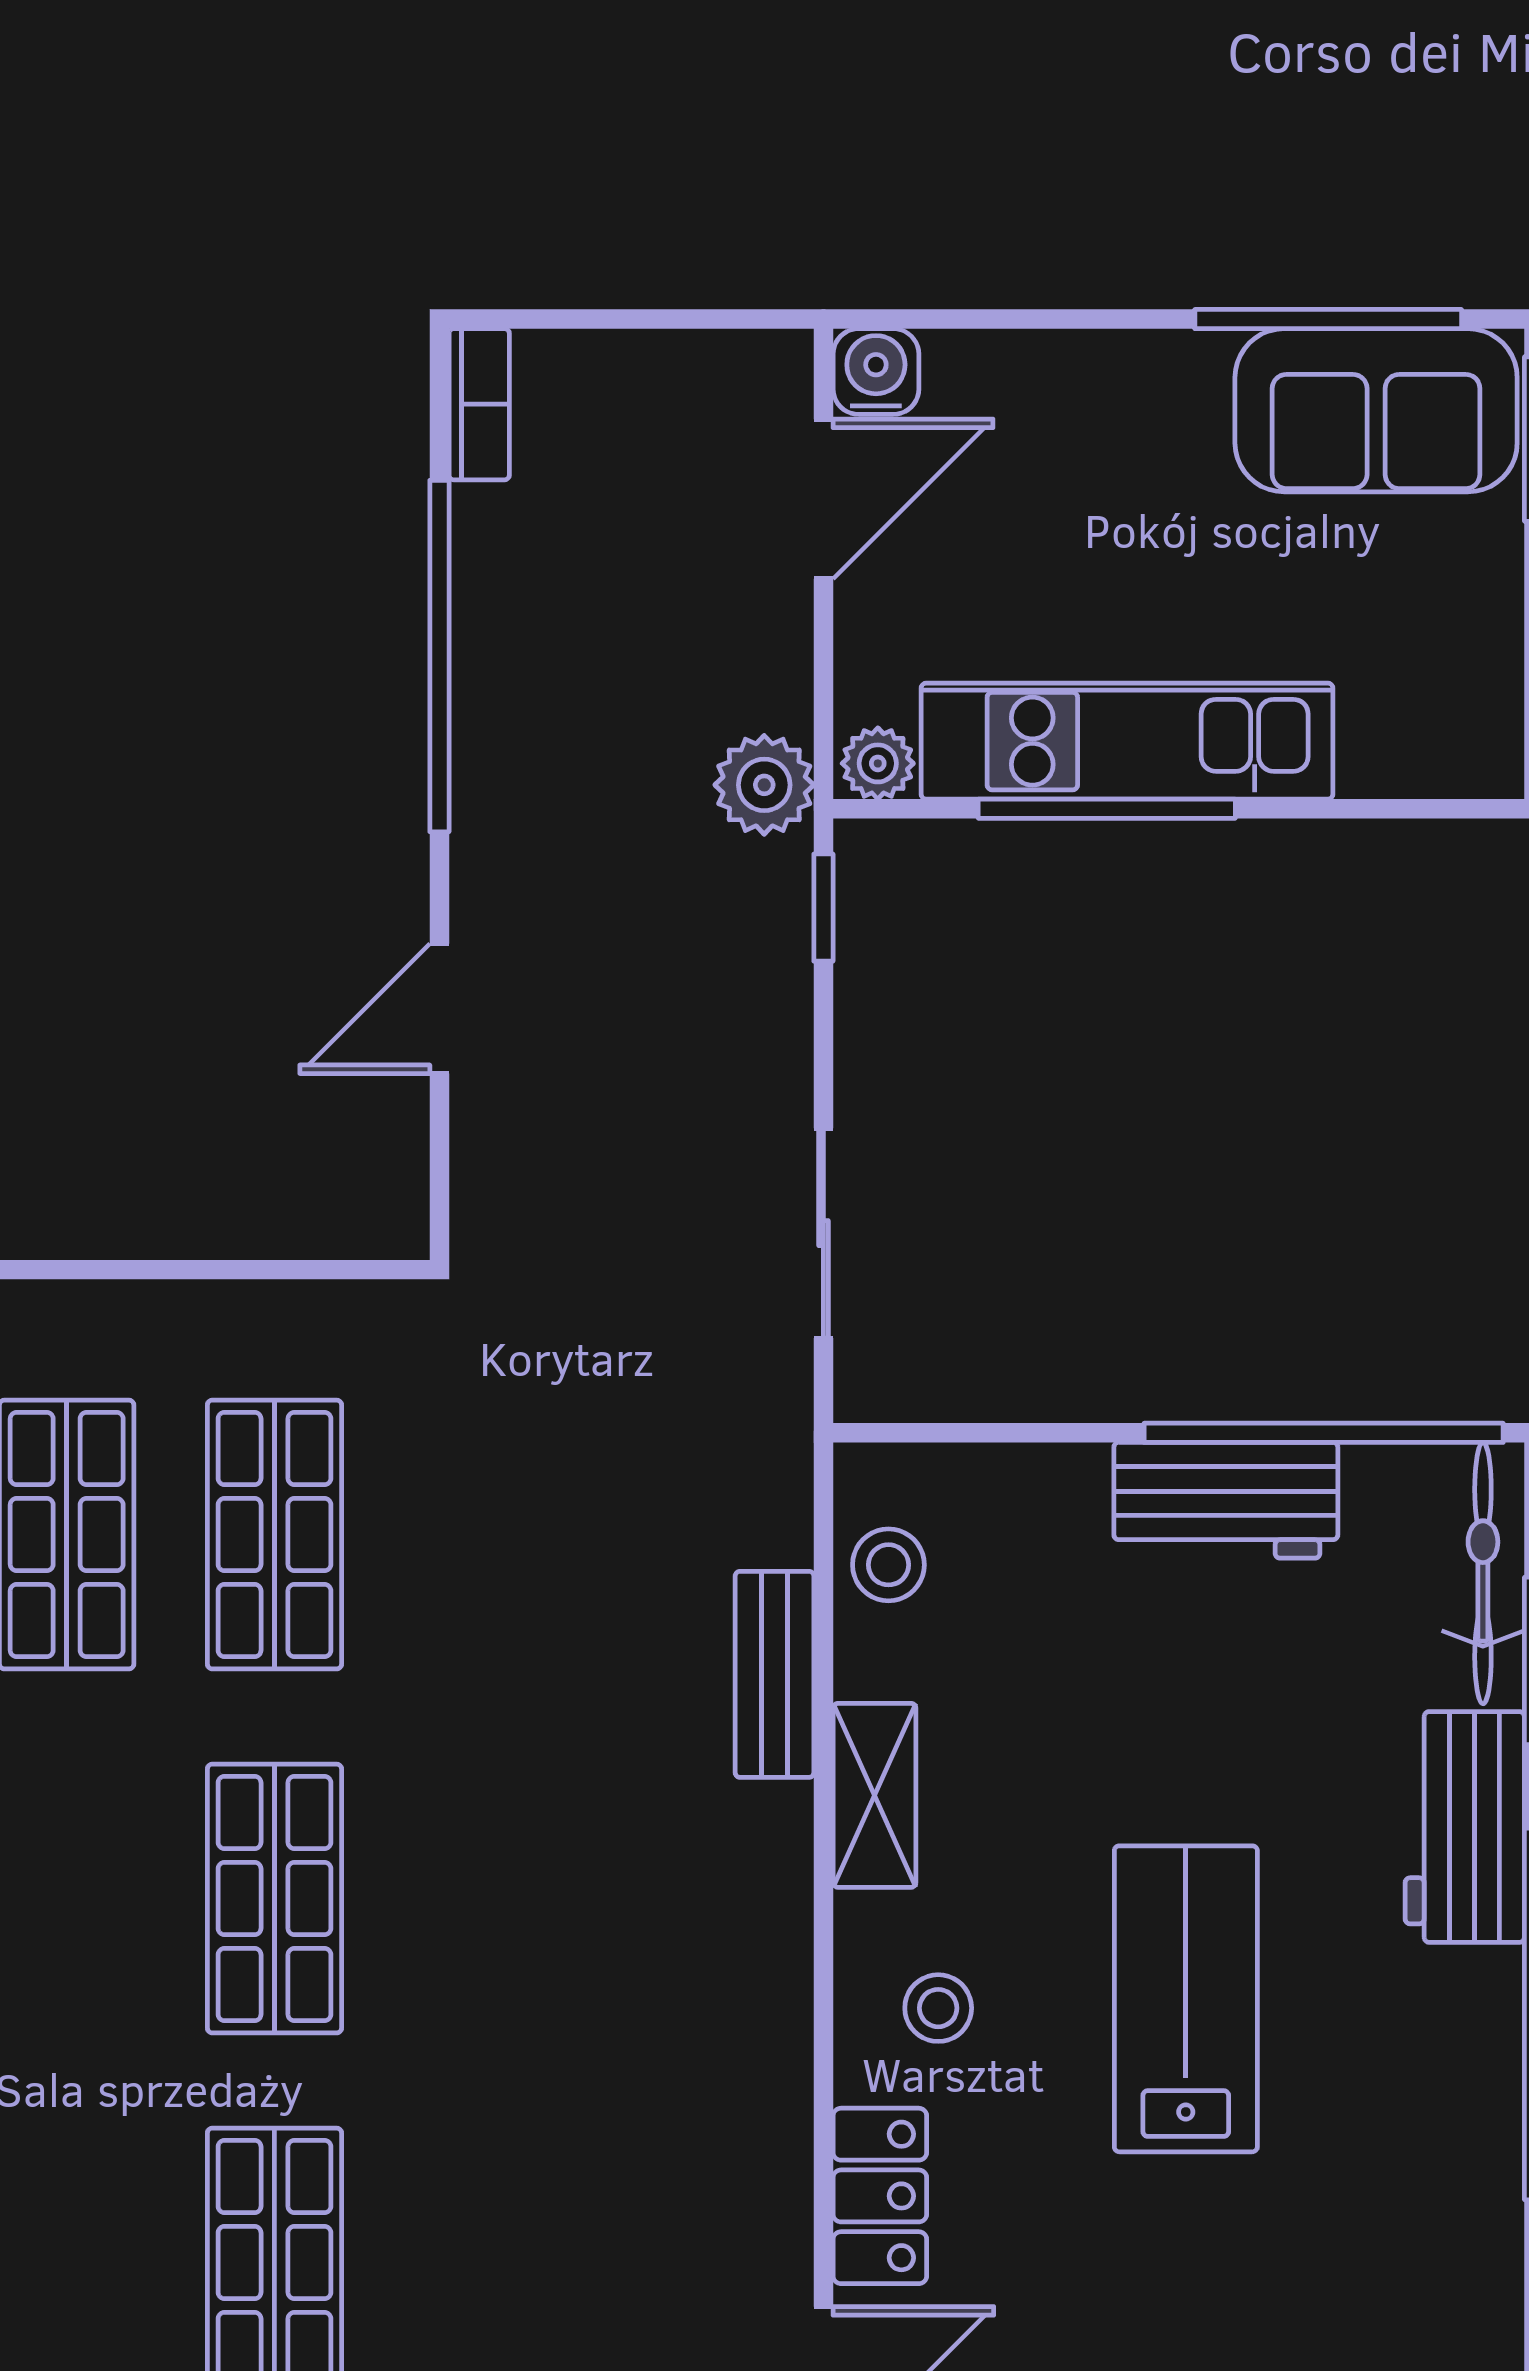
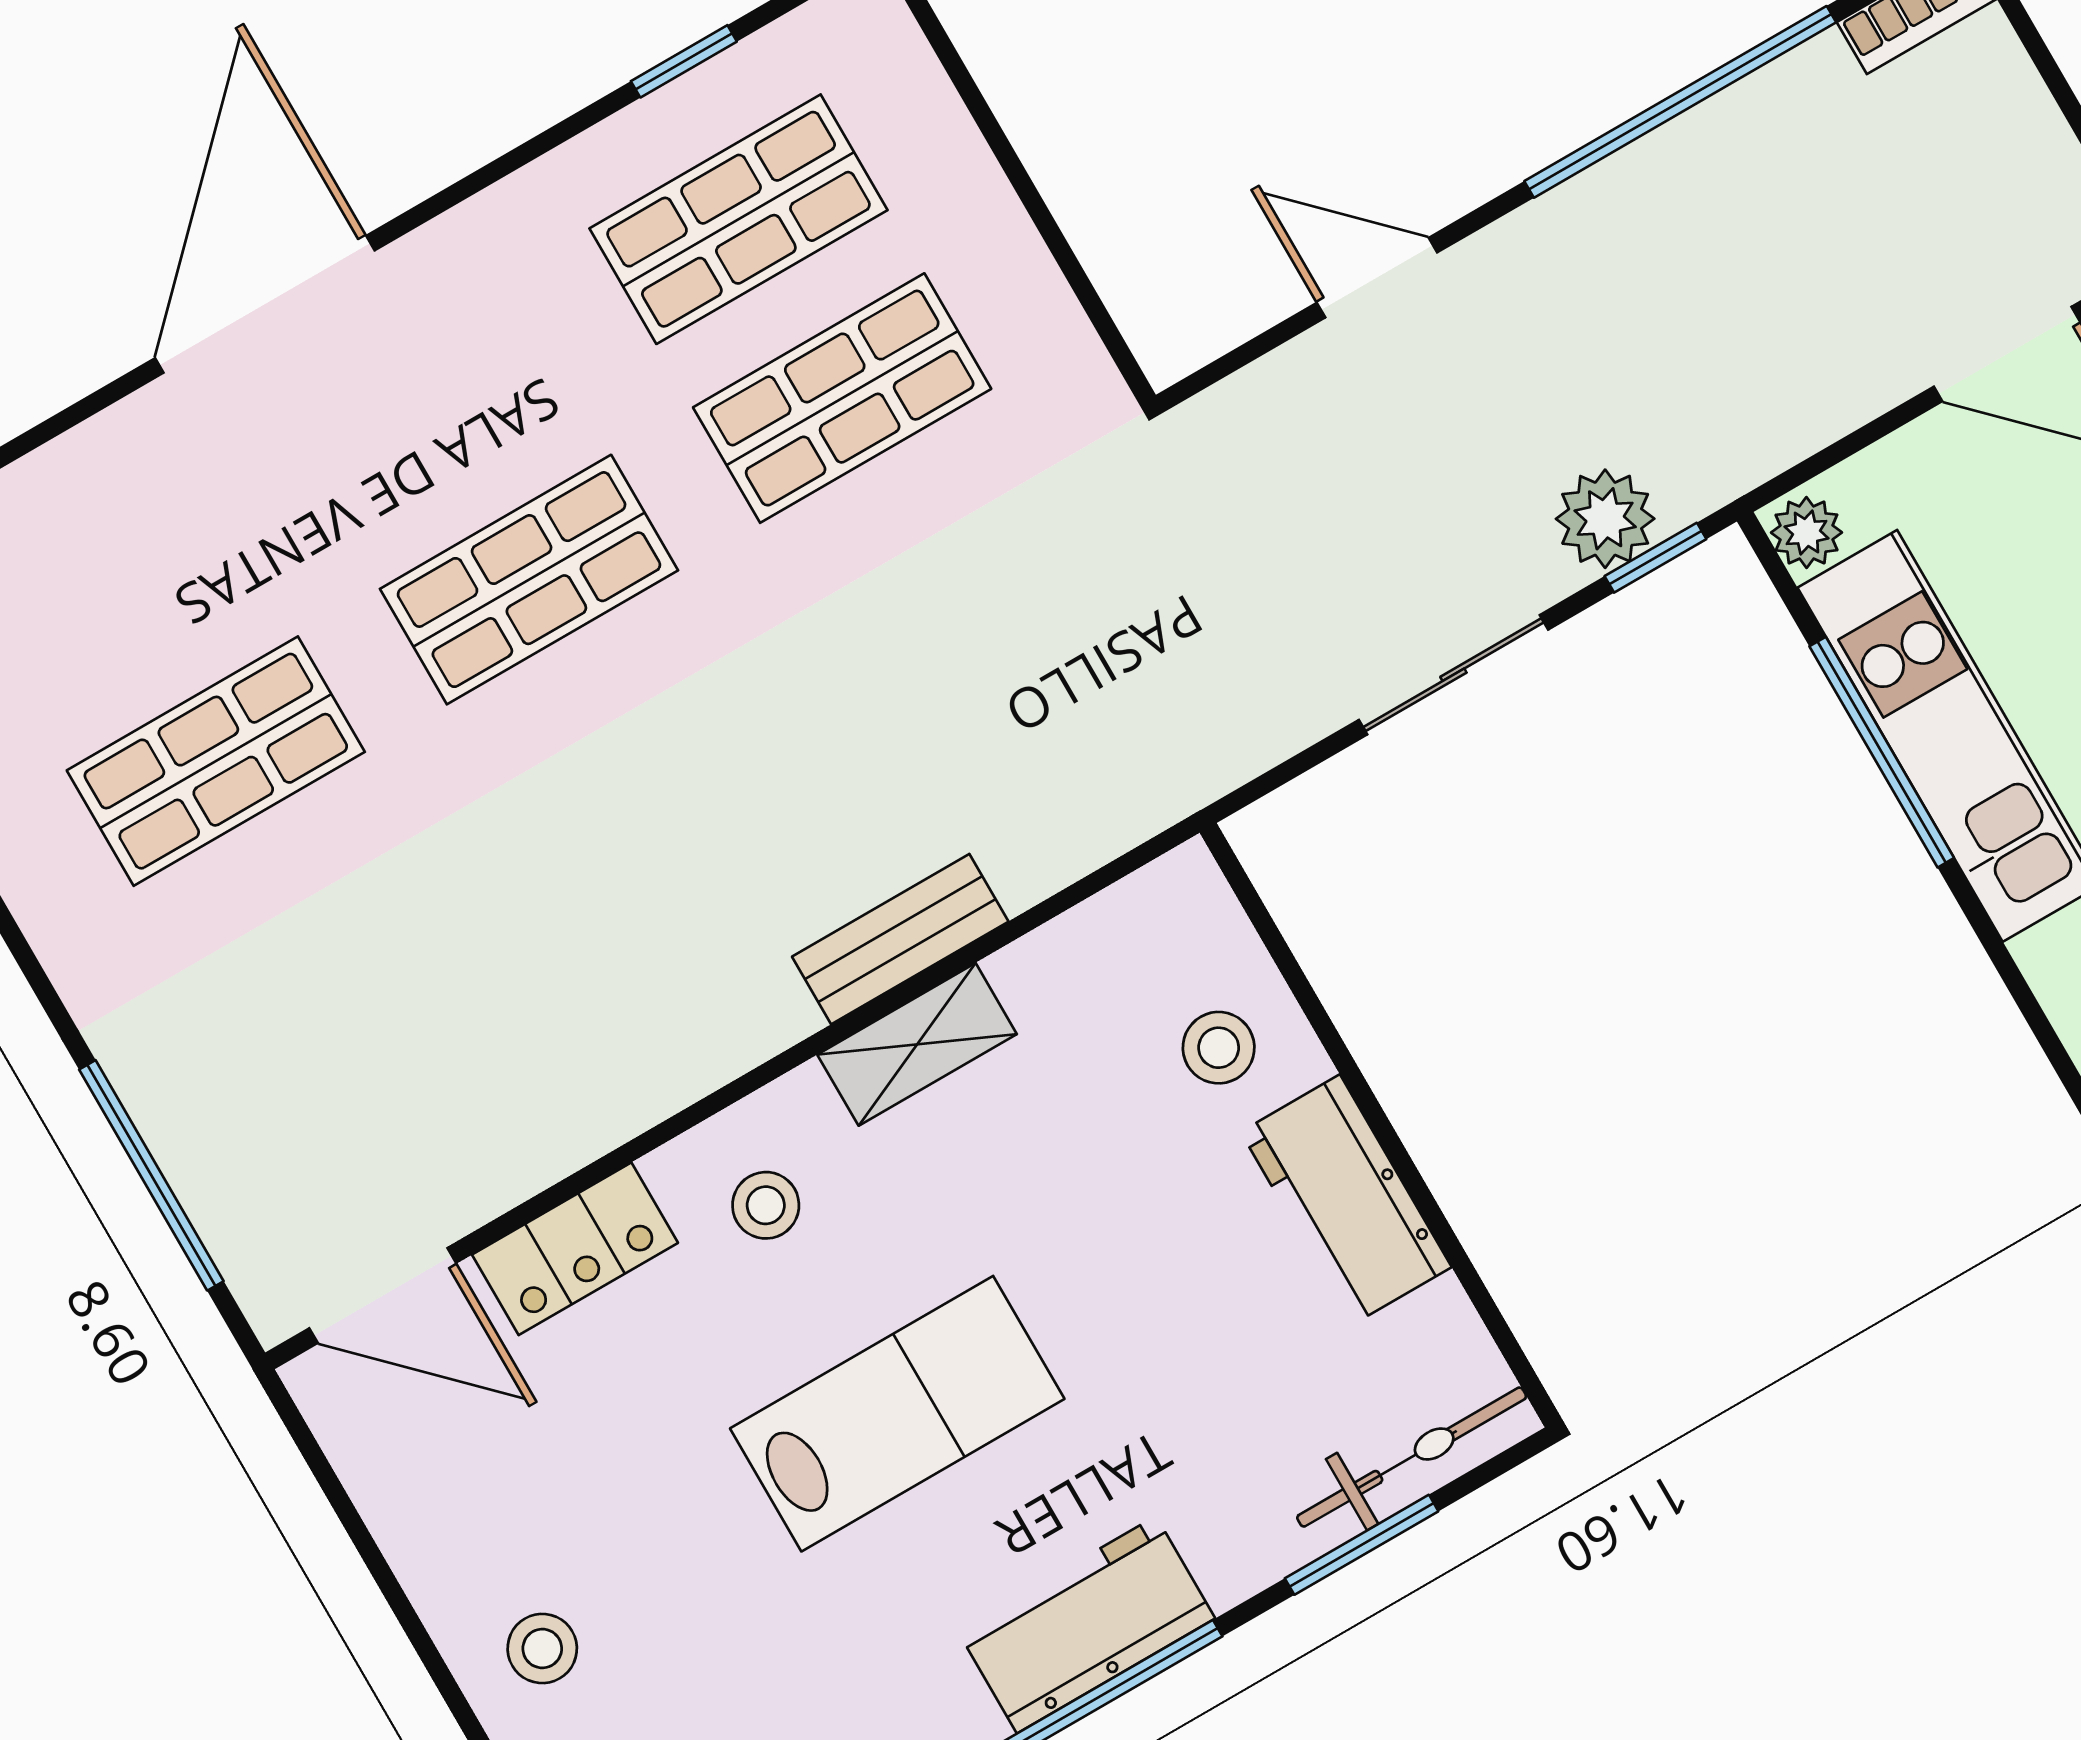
plant: (764, 785) -> (1605, 519), moved
sliding door: (823, 1233) -> (1453, 675), moved
window: (1324, 1433) -> (1453, 1250), removed
stool: (888, 1565) -> (1219, 1048), moved
bench: (774, 1674) -> (900, 939), moved
workbench: (1465, 1827) -> (1086, 1625), moved

